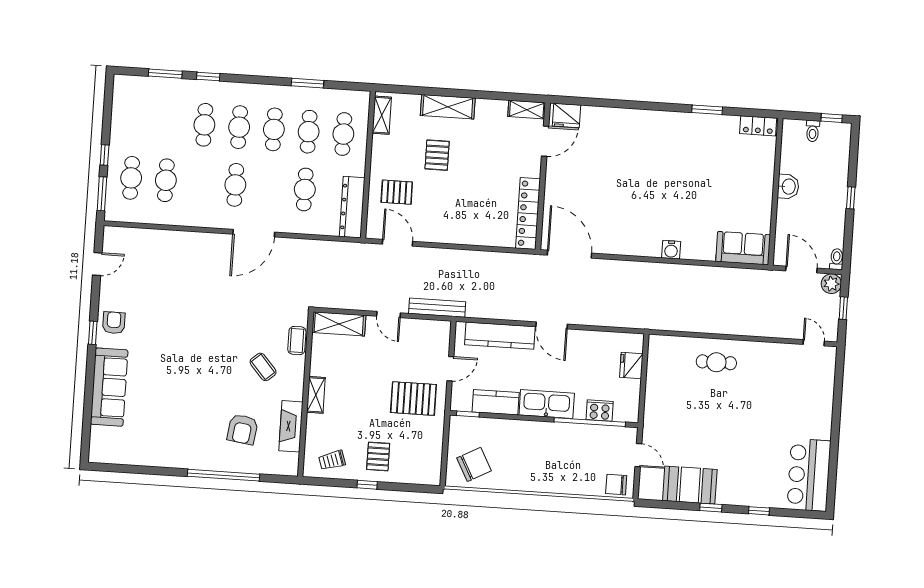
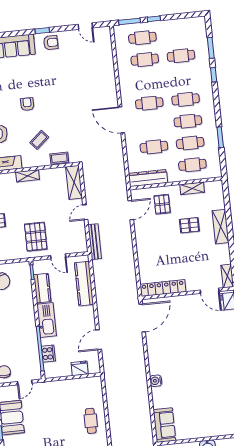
shelving: (382, 115) -> (192, 188), moved
cafe table: (204, 125) -> (181, 56), moved
door: (552, 325) -> (99, 340), moved
armchair: (204, 376) -> (27, 104), added

